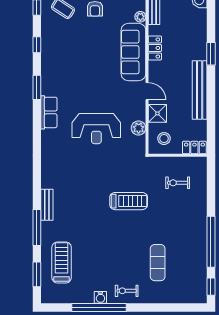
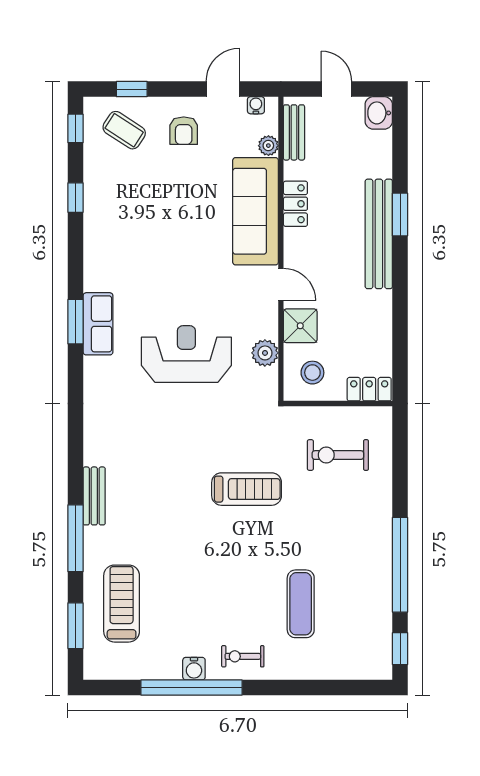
window: (37, 87) -> (75, 322), moved
bench: (200, 90) -> (379, 234), moved
reception desk: (96, 129) -> (186, 354), turned 180
exercise bike: (178, 183) -> (338, 455), width x1.38, depth x1.39

